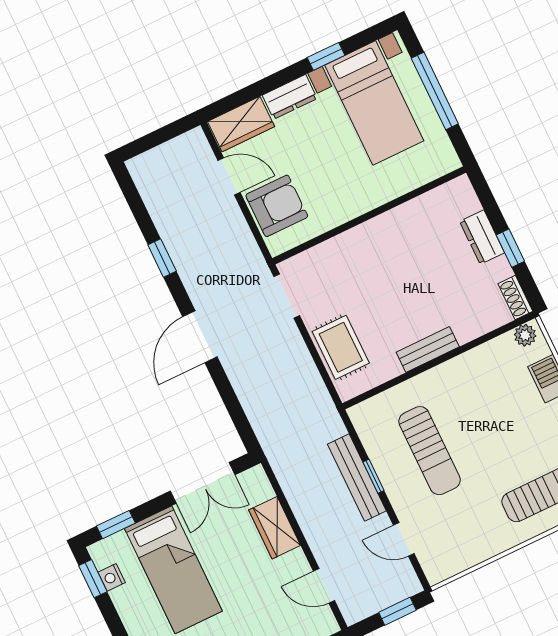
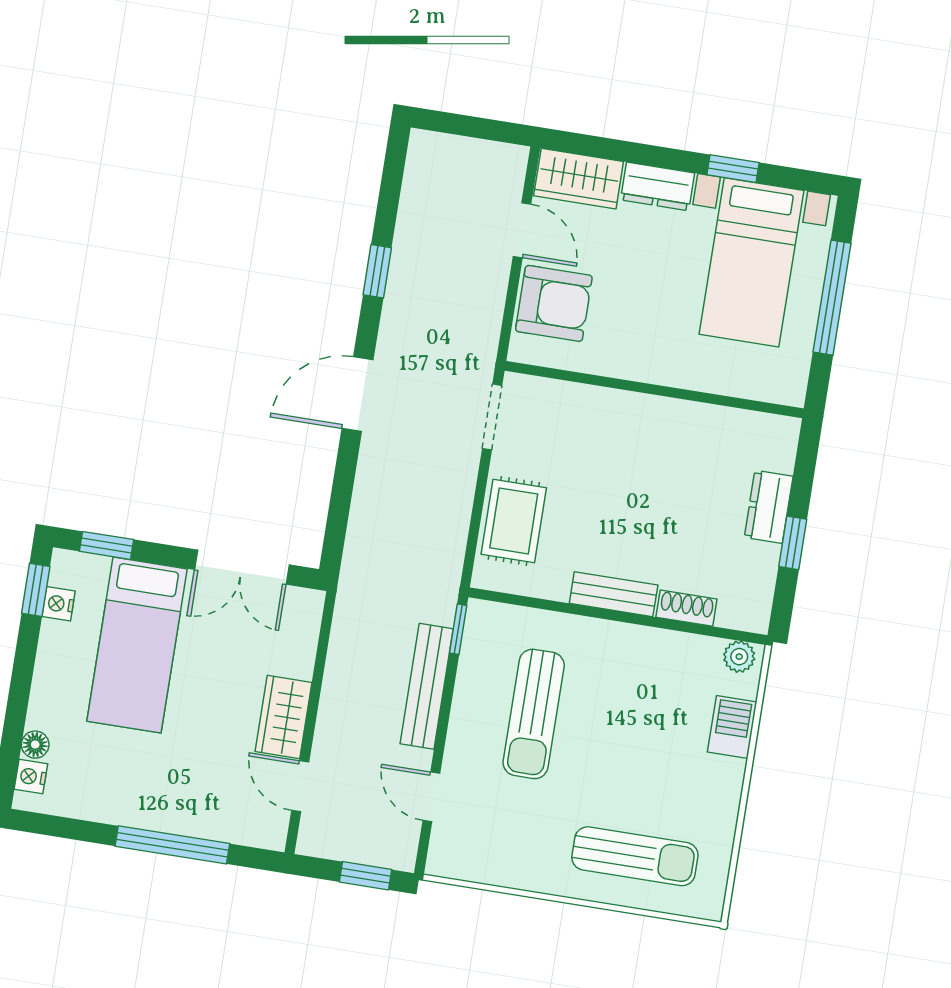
shoe rack: (515, 298) -> (686, 608), moved, turned 90
window: (373, 476) -> (458, 629), moved
wardrobe: (275, 528) -> (284, 717), moved

